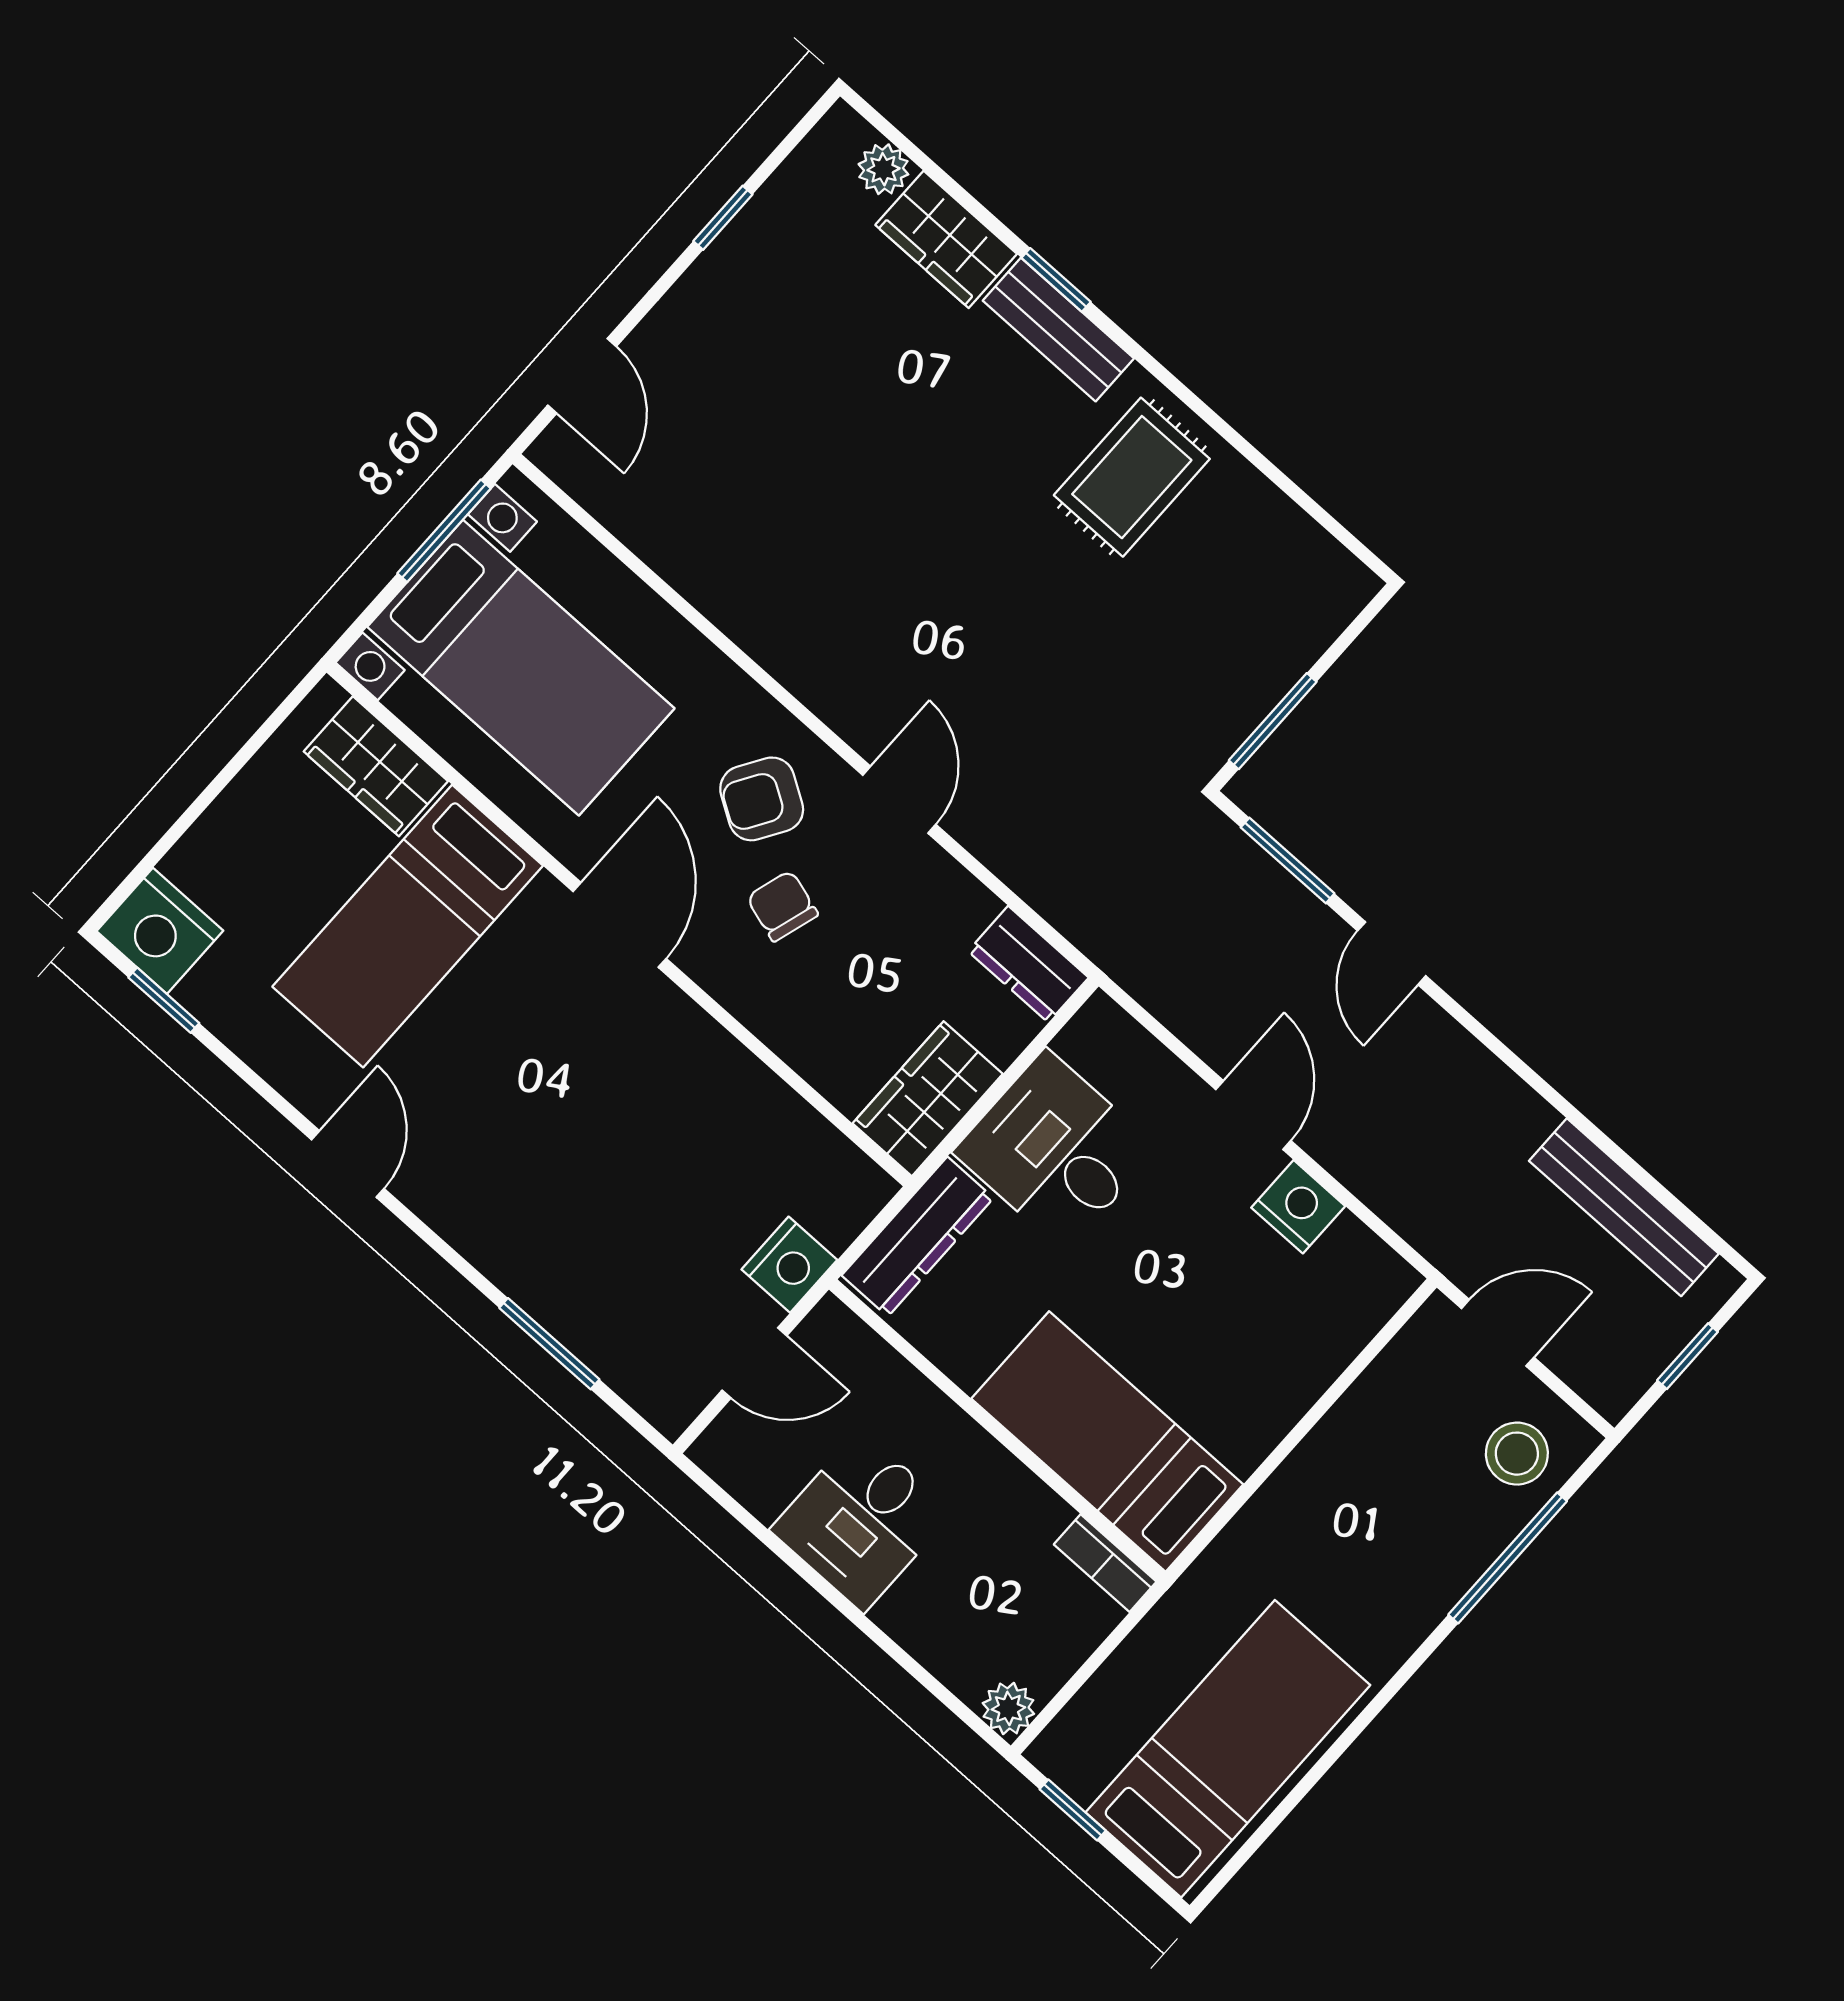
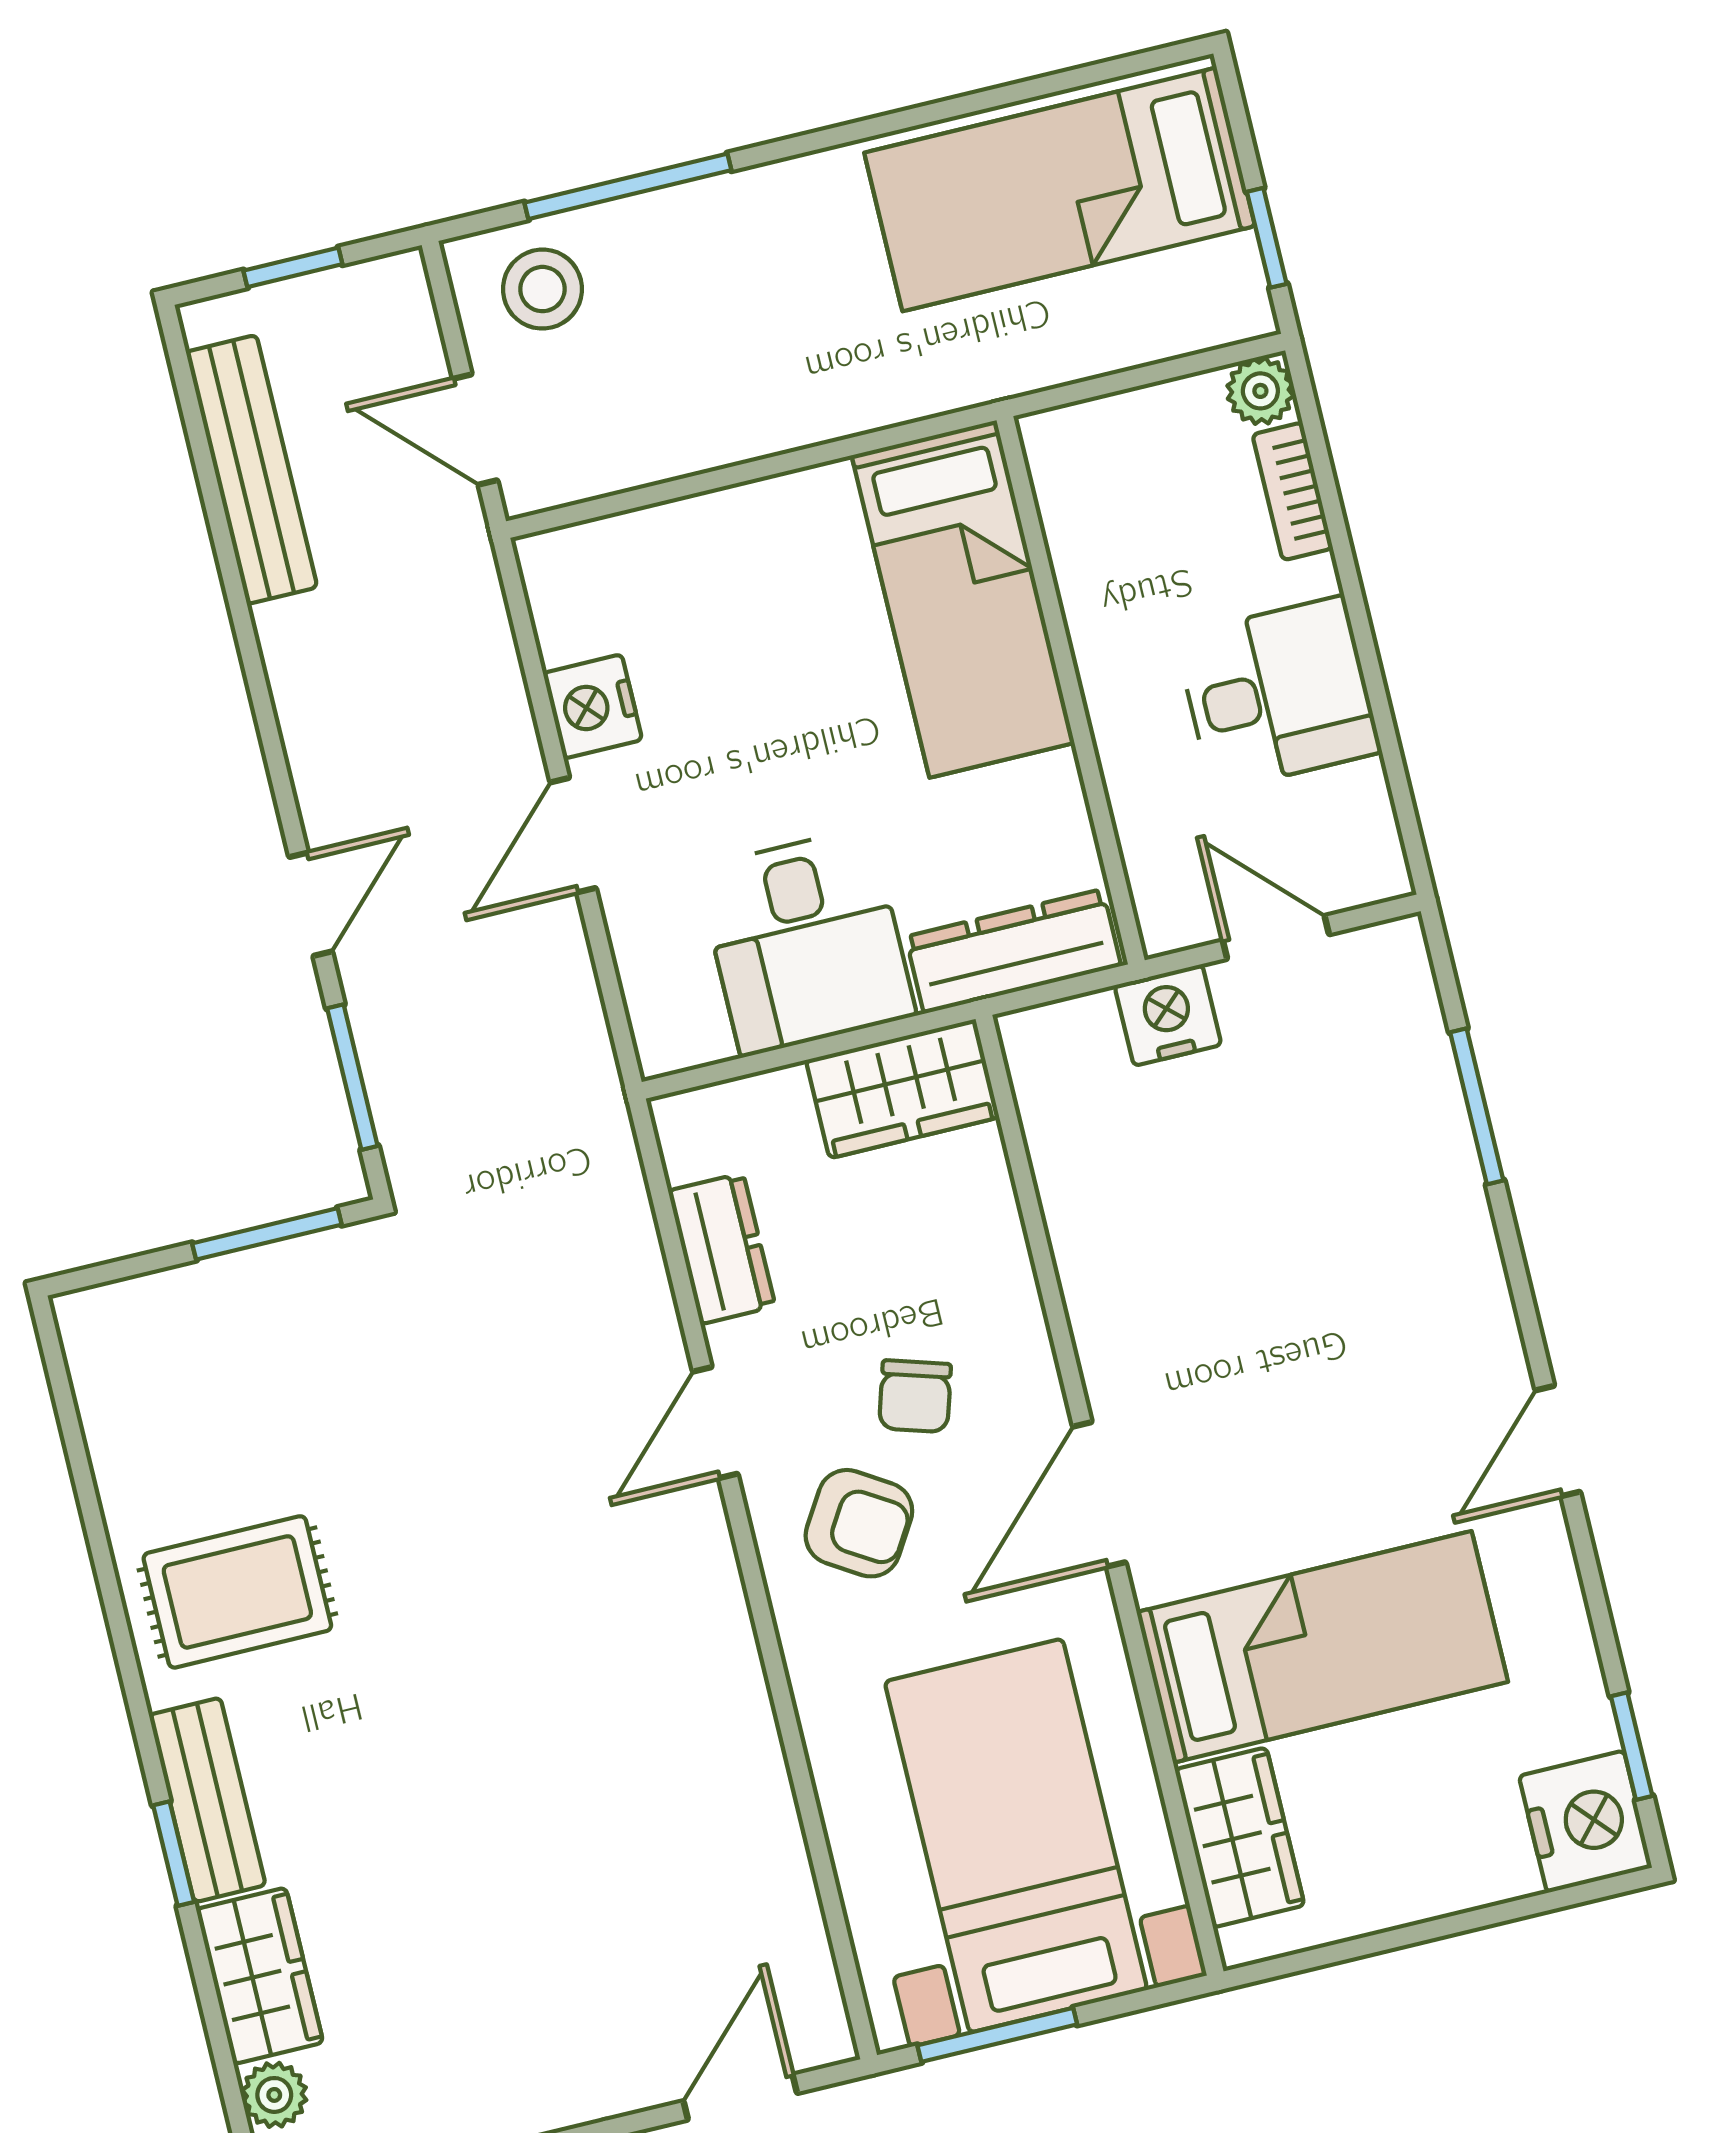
dresser: (1028, 964) -> (722, 1249), moved
bookcase: (1105, 1563) -> (1293, 491), moved, turned 180

